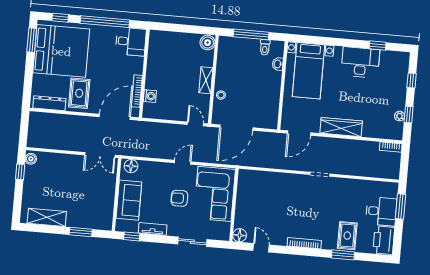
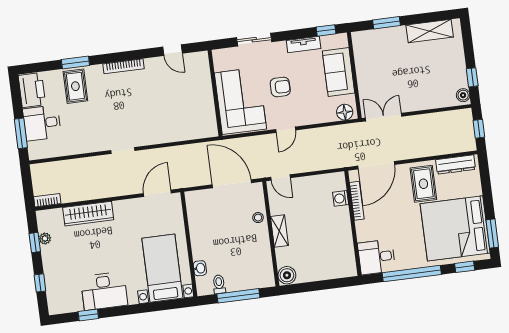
wardrobe: (341, 127) -> (88, 214), moved
window: (24, 128) -> (479, 129), added
door: (236, 128) -> (232, 184), hinge flipped
floor lamp: (240, 235) -> (201, 59), removed

